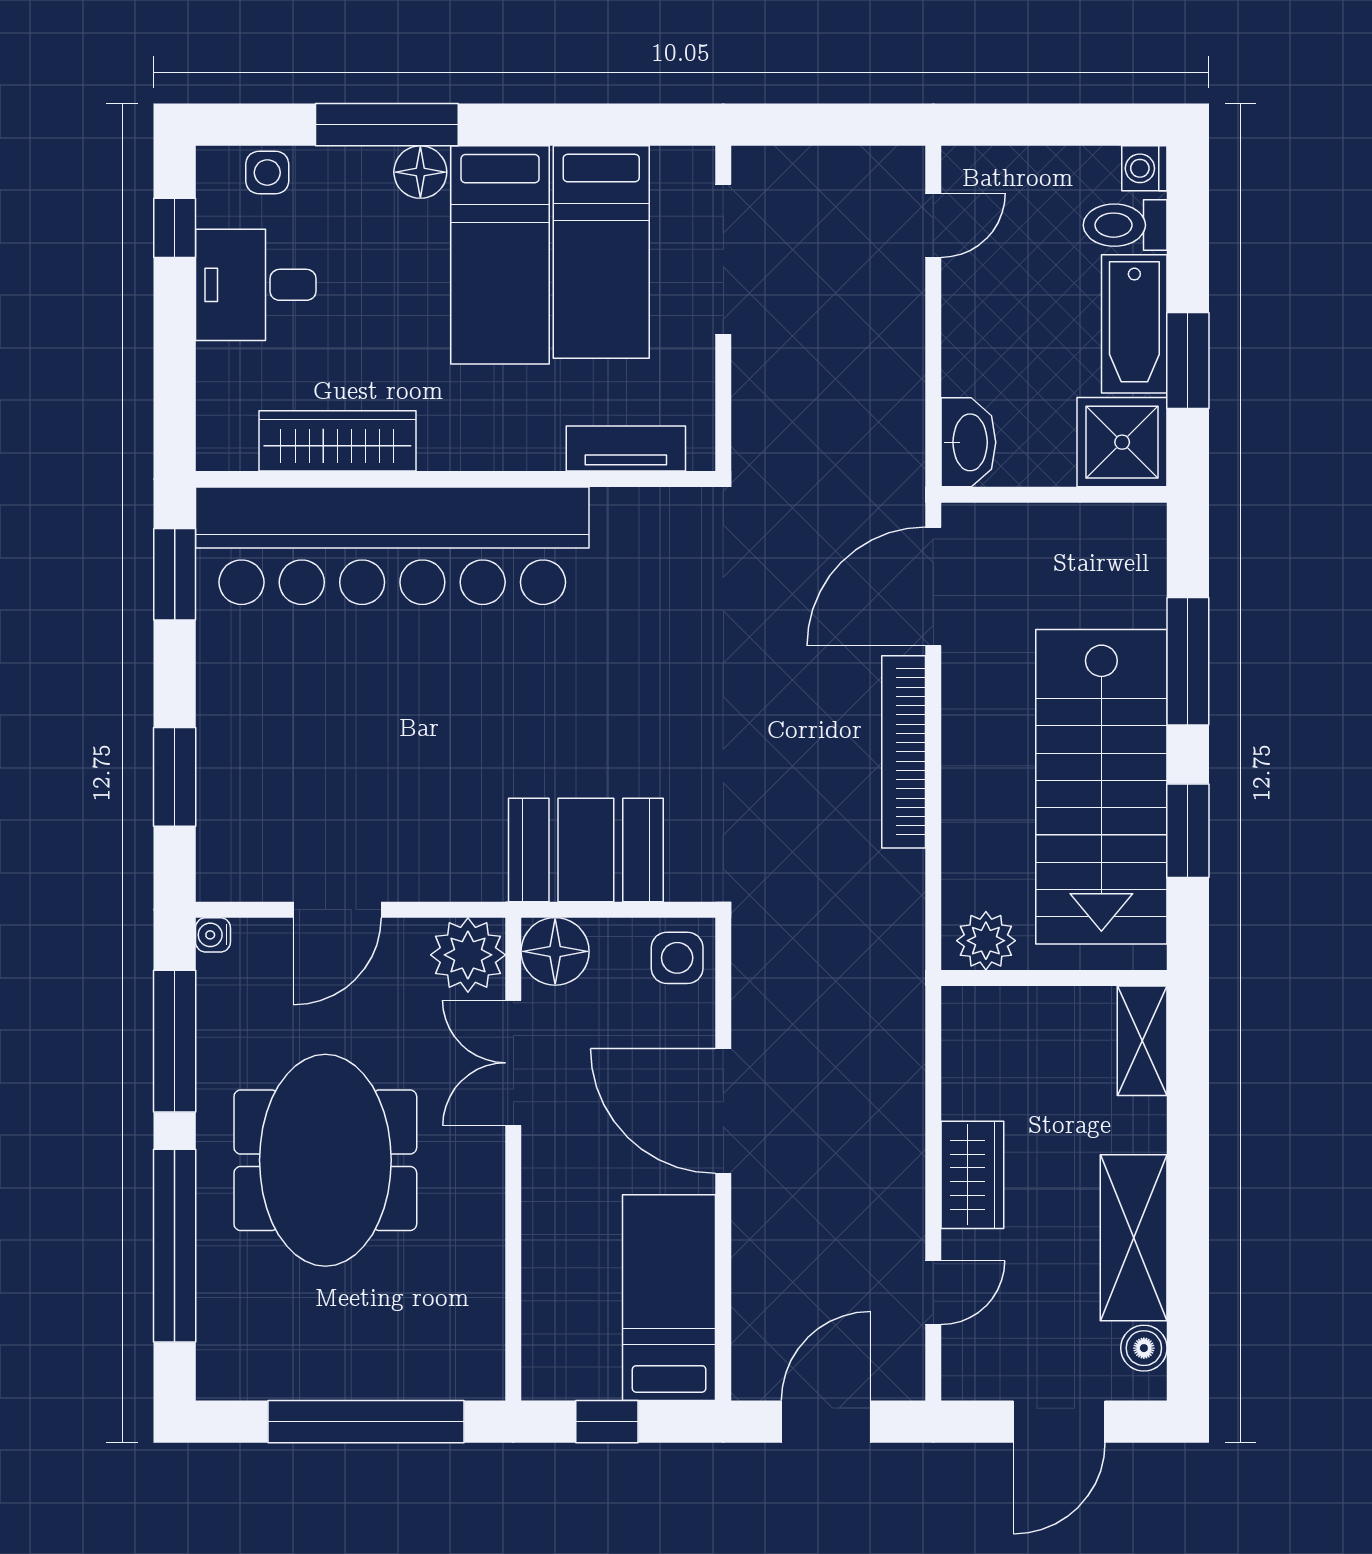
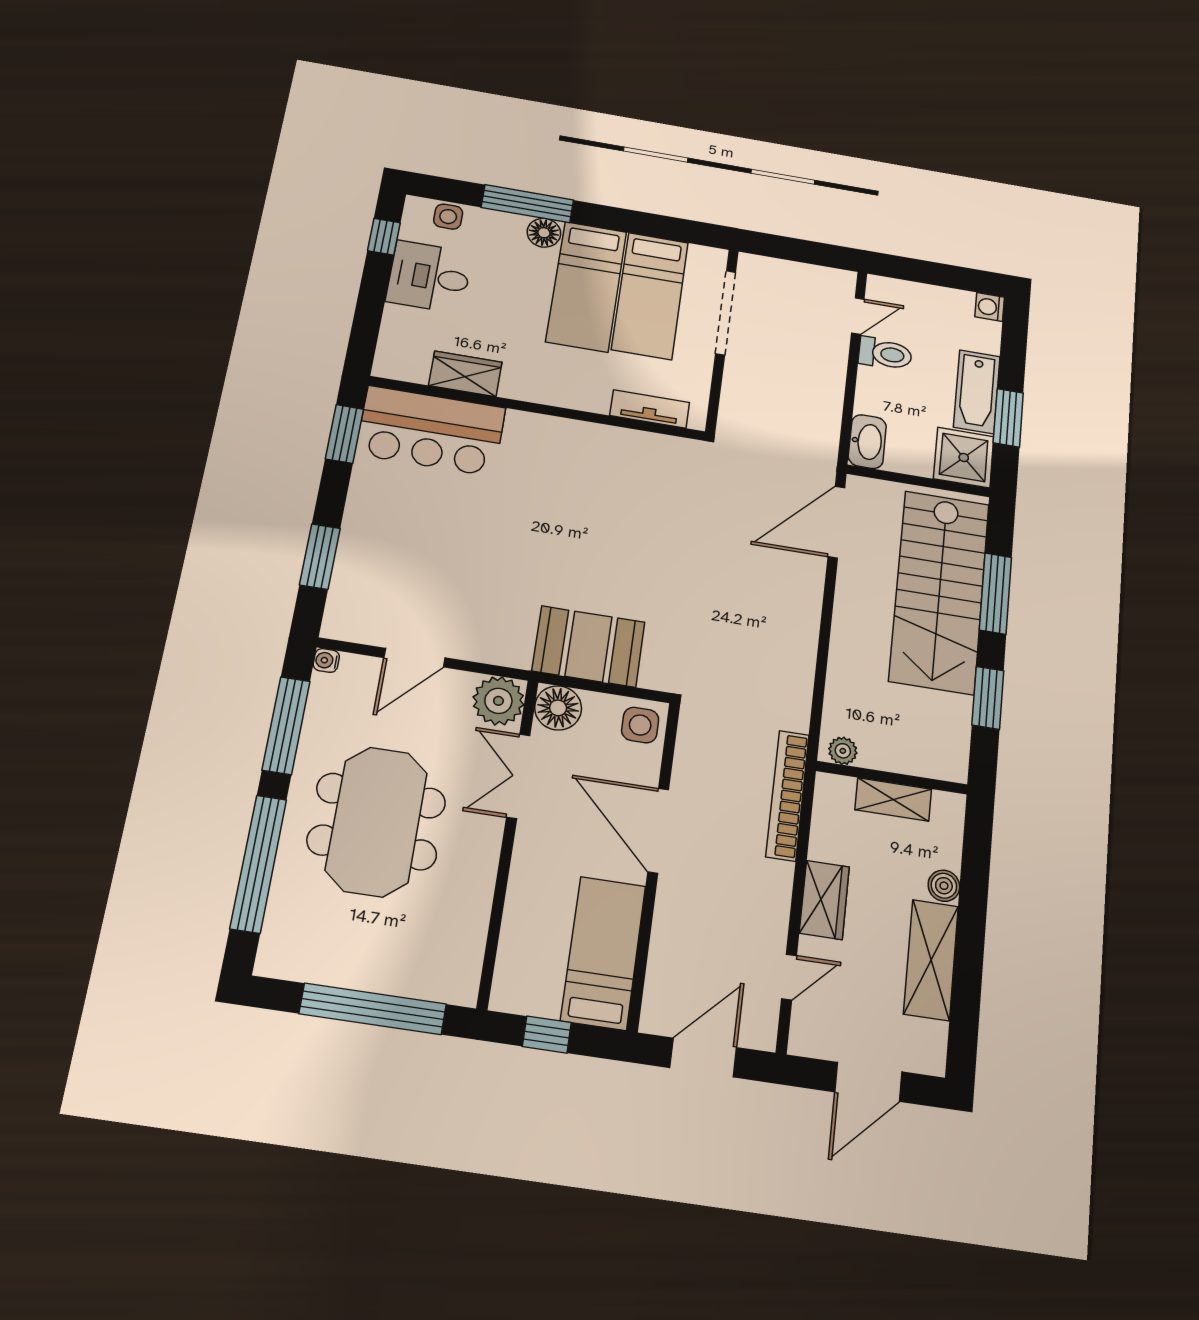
toilet: (1125, 225) -> (885, 354), moved, turned 180
wardrobe: (337, 441) -> (465, 374), width x0.67
bar counter: (392, 546) -> (431, 431), width x0.54
bookcase: (904, 752) -> (788, 795), moved
stairs: (1101, 787) -> (939, 592), moved
plant: (986, 941) -> (843, 751), width x0.73, depth x0.73
shelving: (1142, 1041) -> (893, 799), moved, turned 90
boiler: (1144, 1348) -> (944, 886), moved

